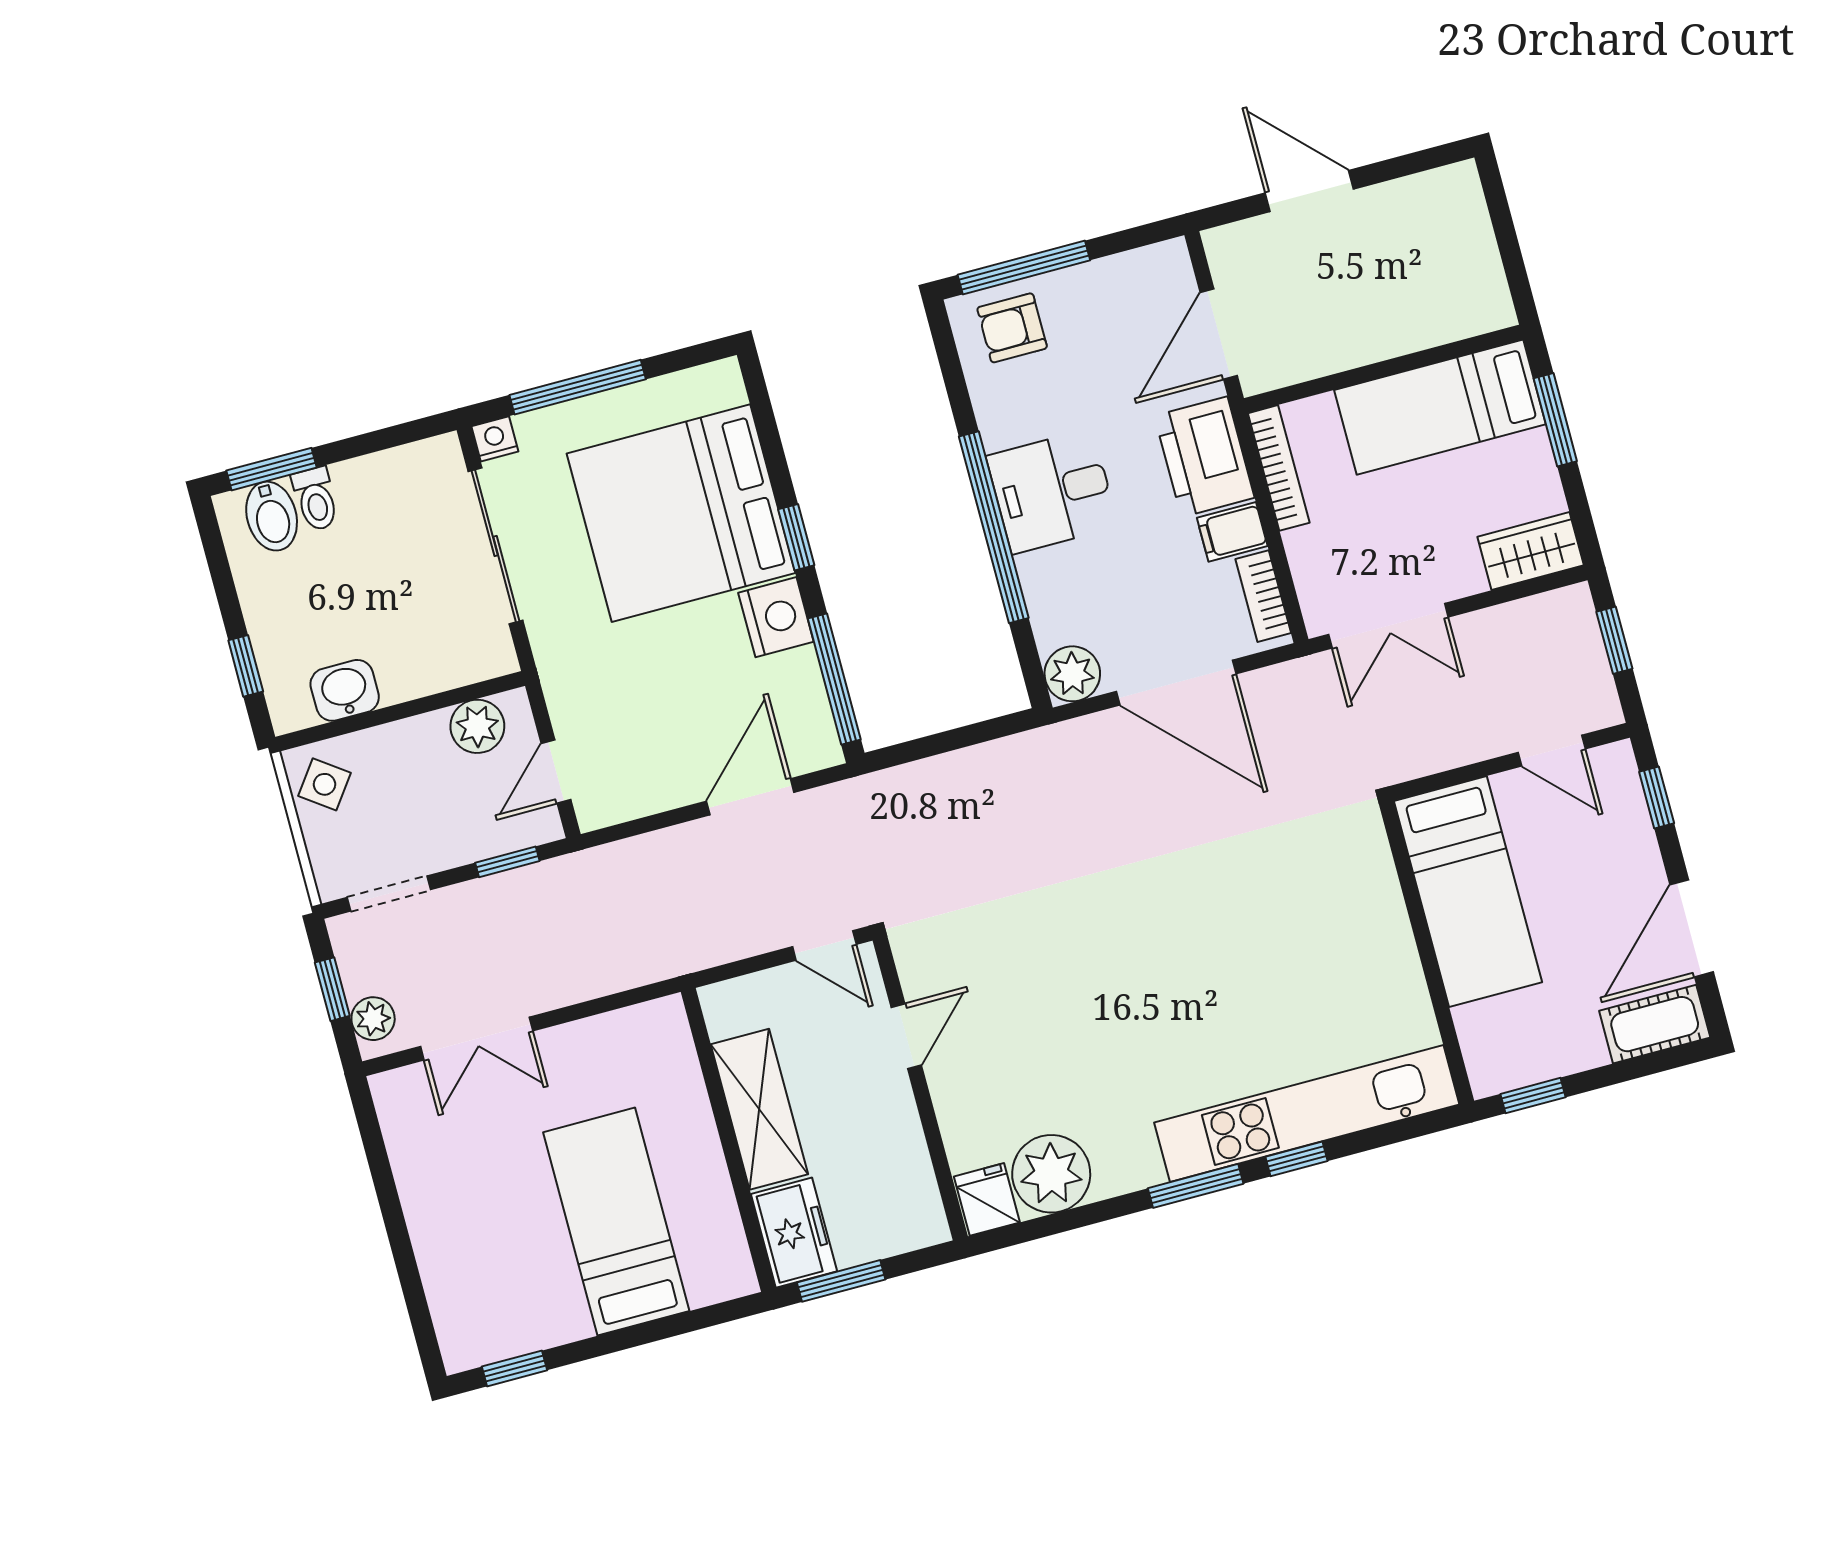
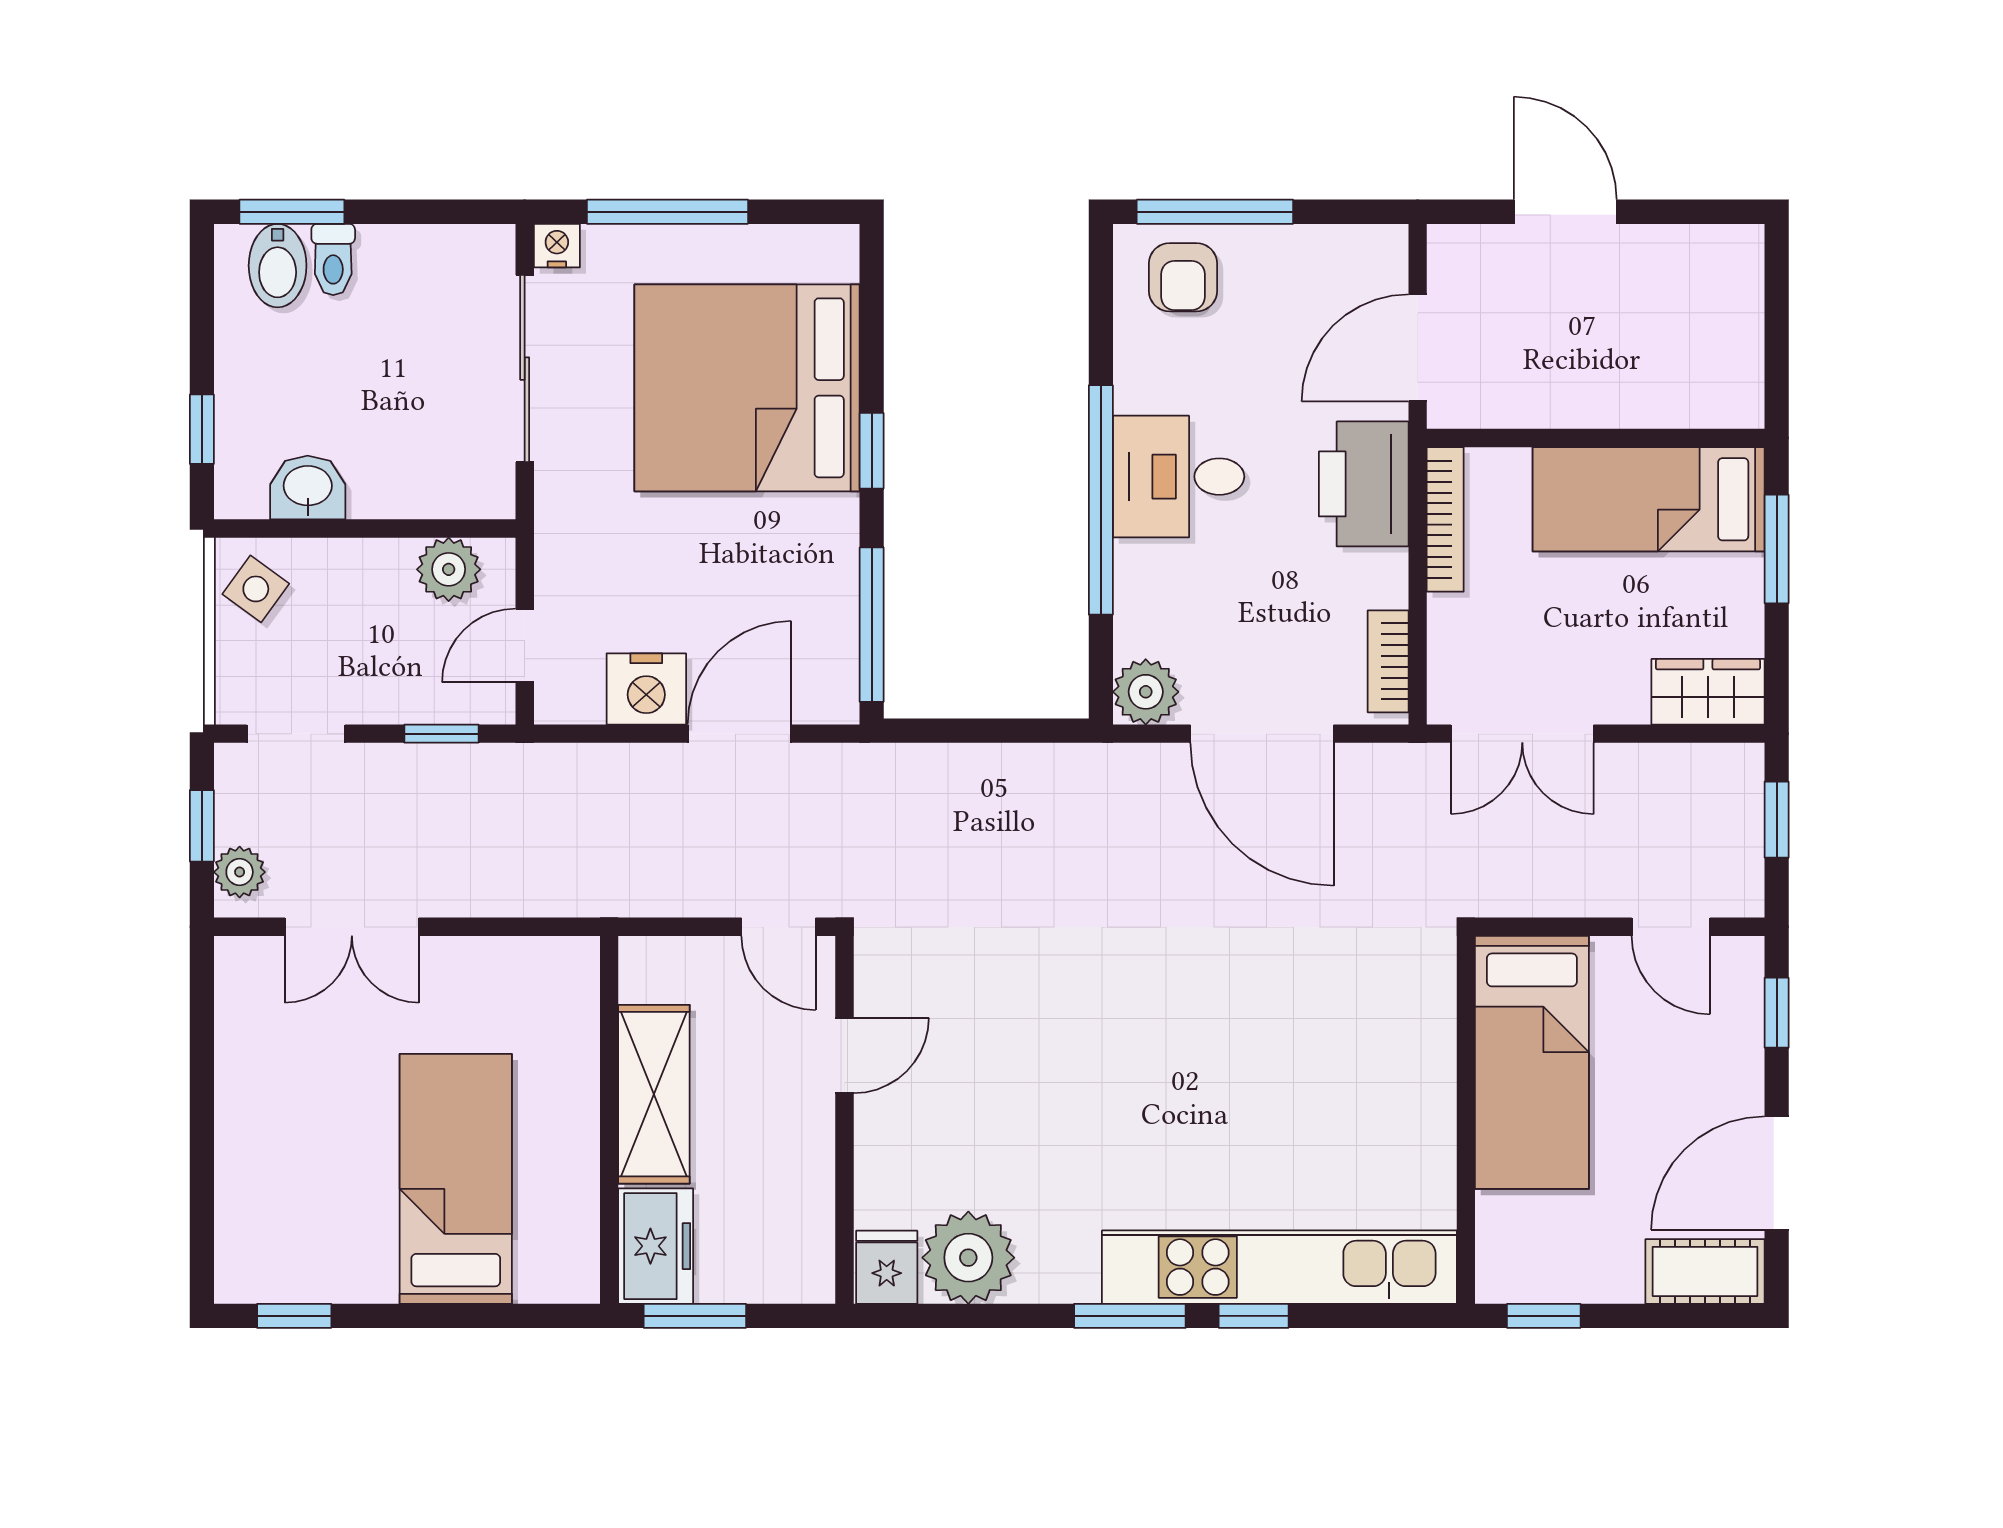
armchair: (1012, 328) -> (1183, 277), turned -90
filing cabinet: (1232, 532) -> (1372, 578), removed
nightstand: (776, 617) -> (646, 689), moved, turned 90

